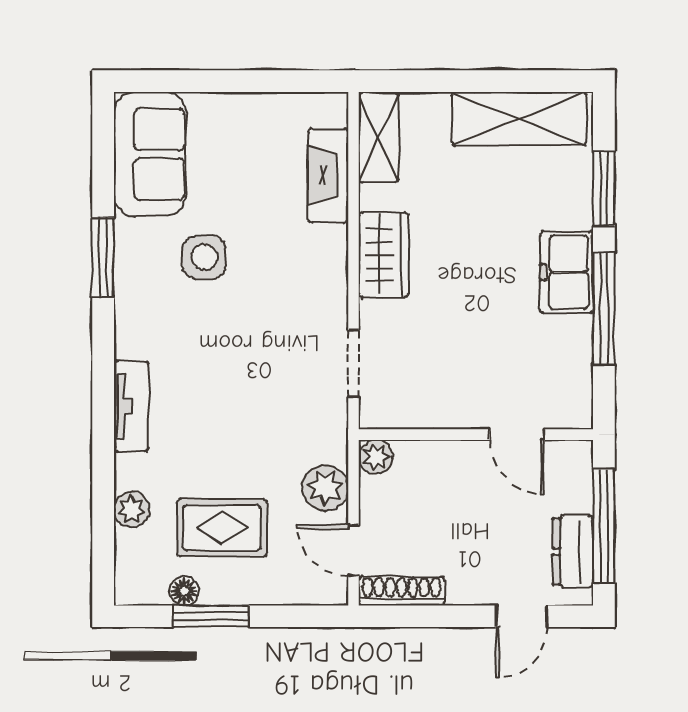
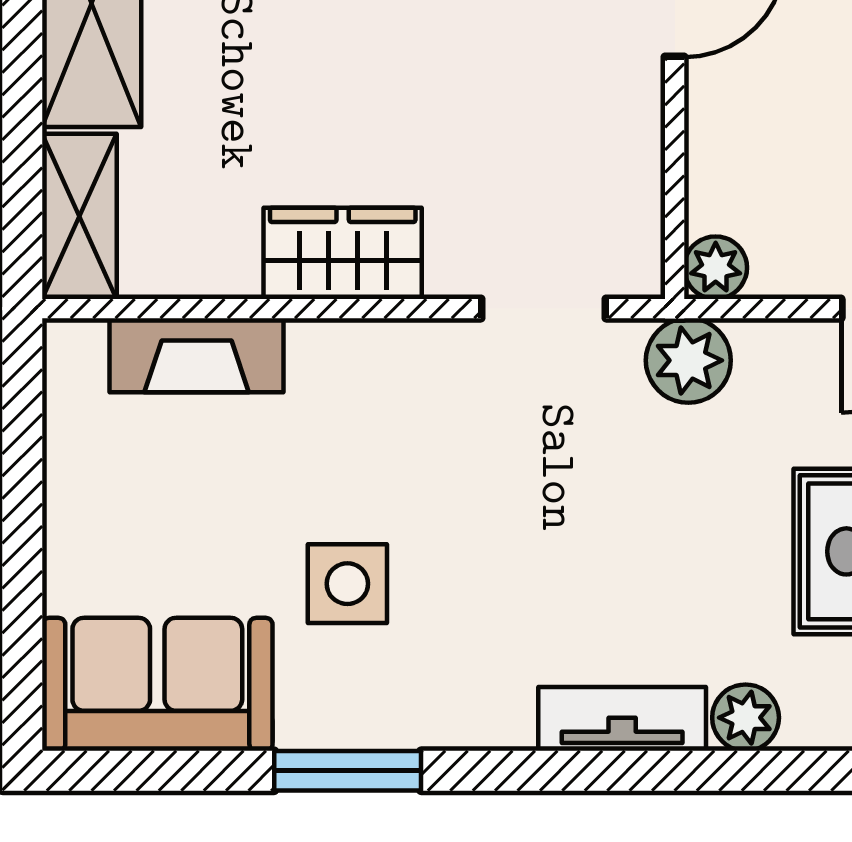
shelving: (379, 137) -> (79, 216), moved, turned 90
plant: (325, 488) -> (688, 360), moved
plant: (132, 510) -> (746, 718), moved

